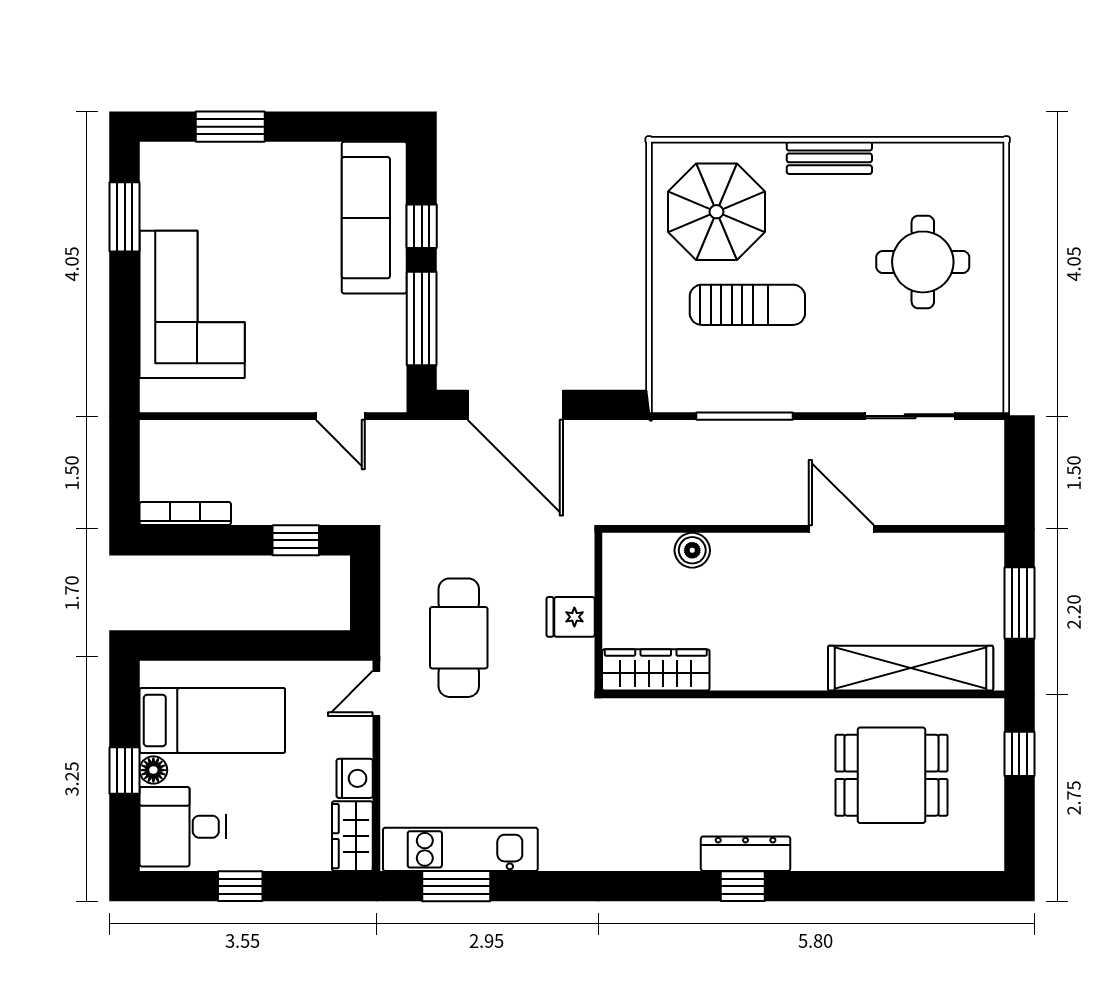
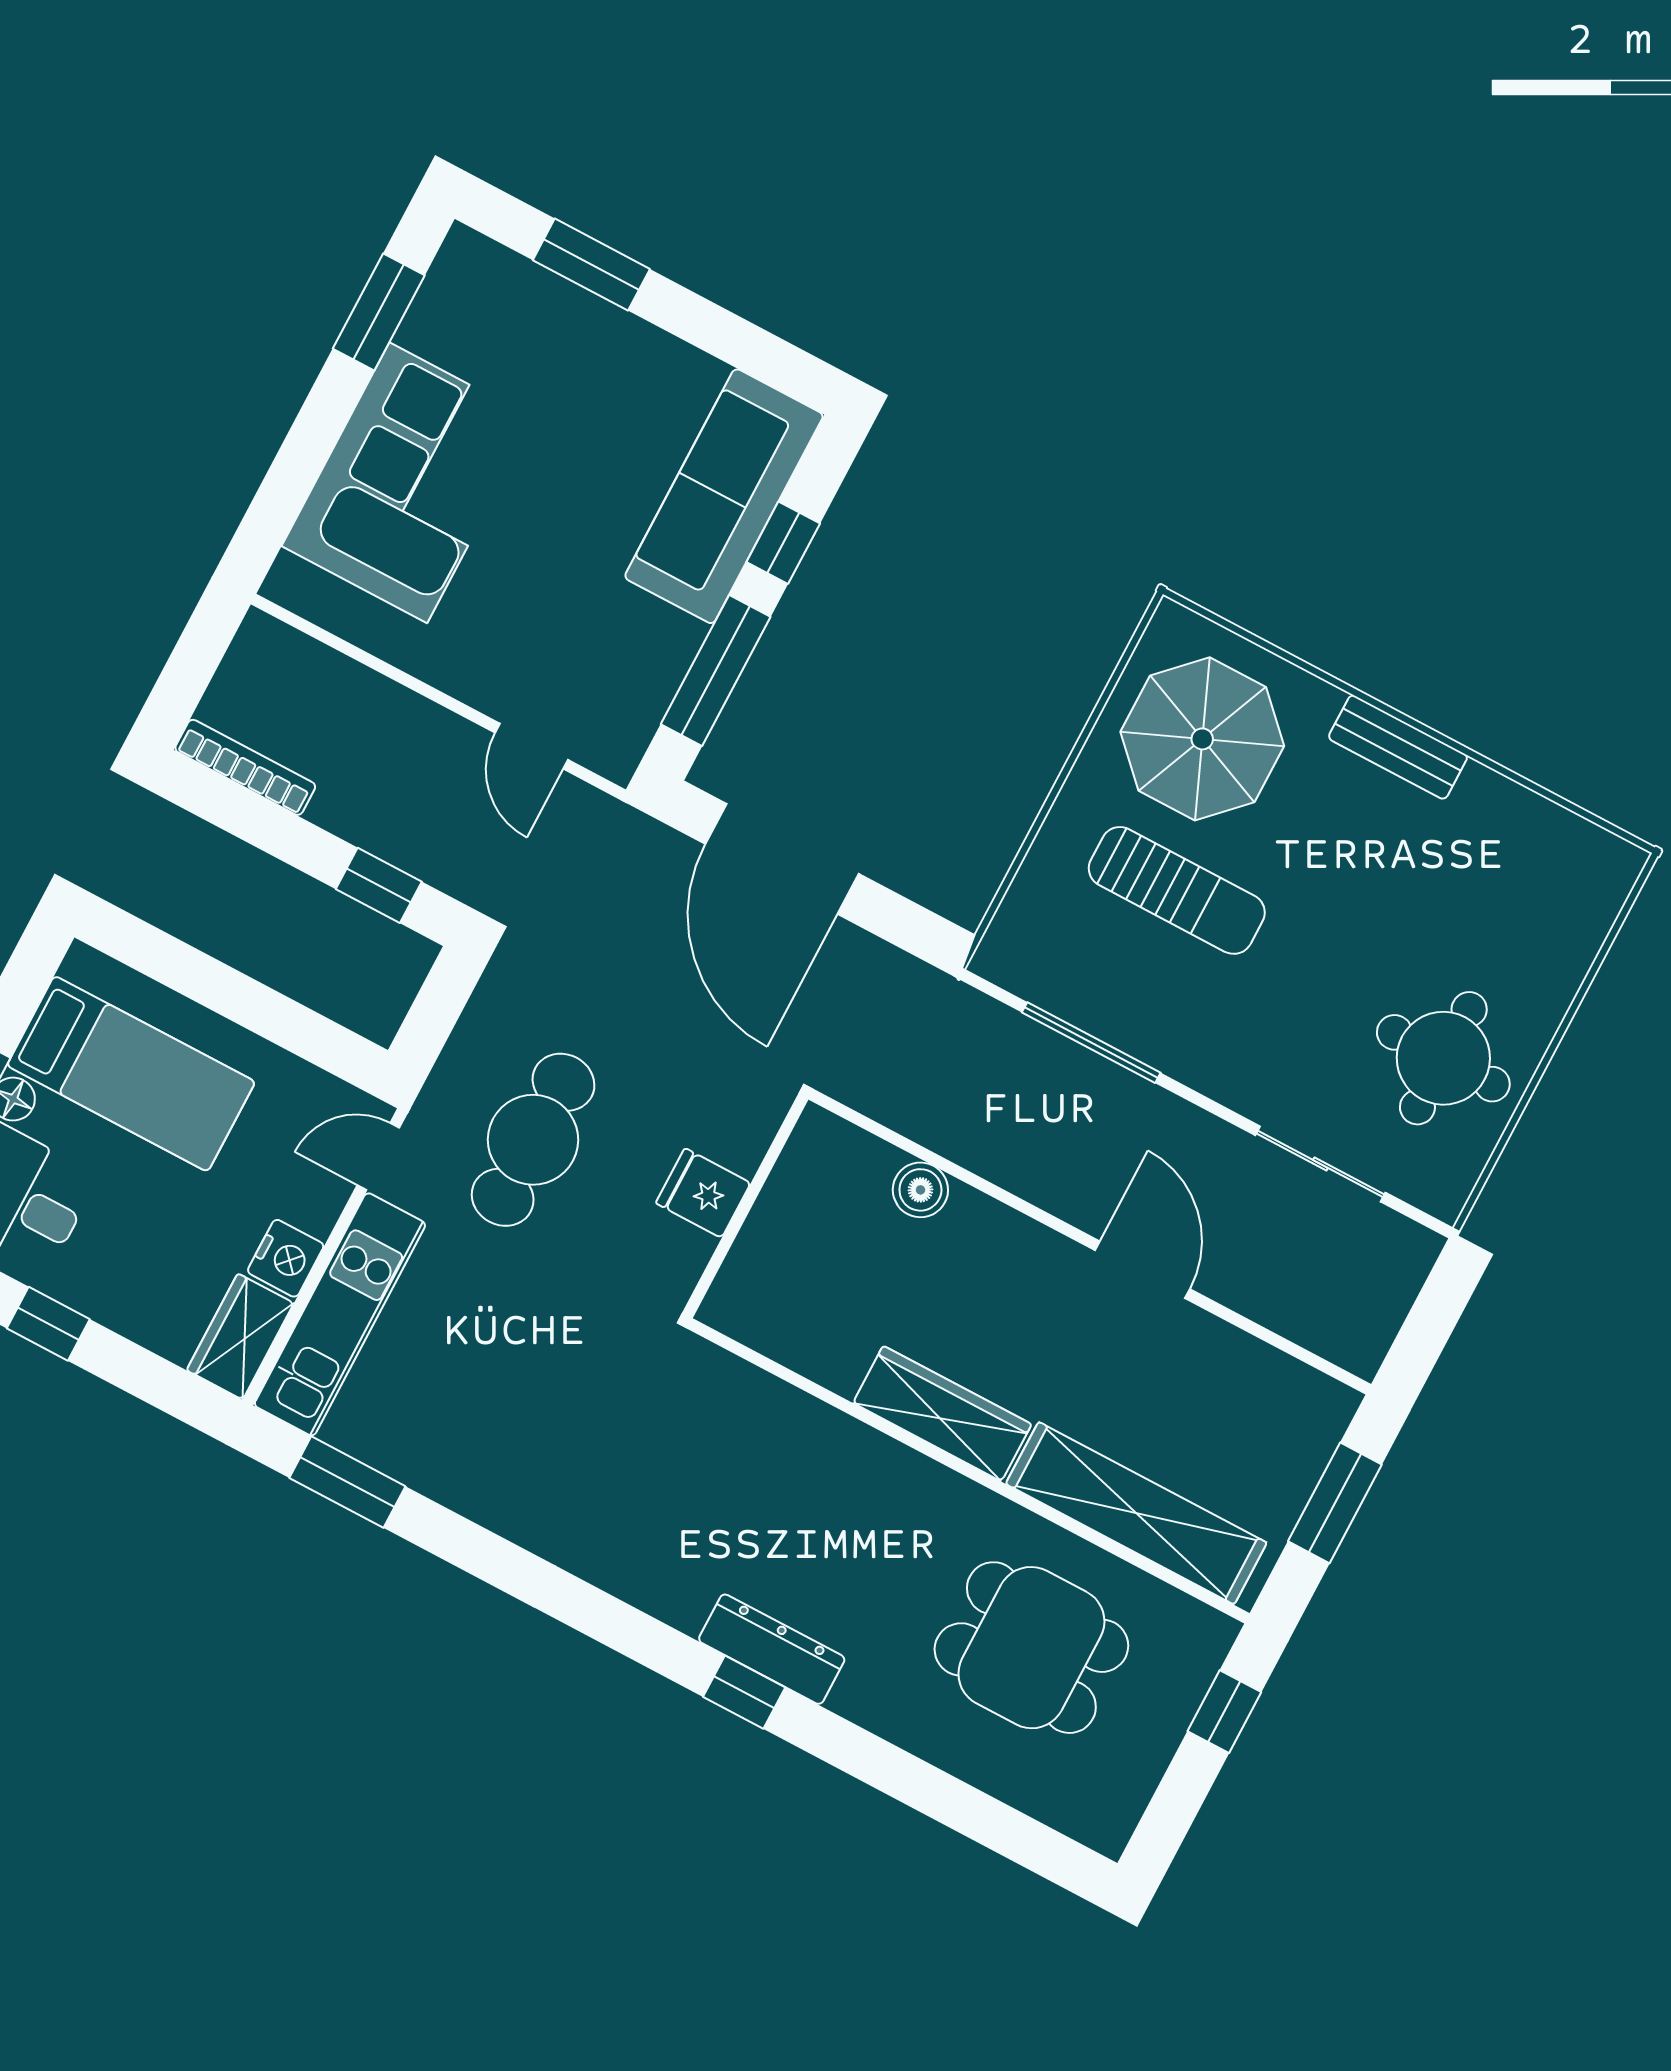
round table: (923, 262) -> (1443, 1058), moved
wardrobe: (656, 670) -> (942, 1414), moved
kitchen unit: (460, 849) -> (340, 1314), moved, turned 90

